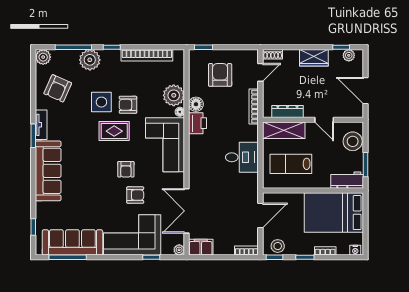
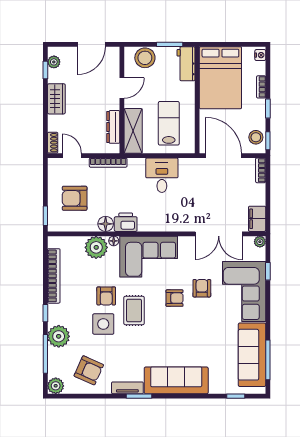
lab bench: (291, 164) -> (169, 123), turned 180
door: (260, 215) -> (224, 156), width x1.36

